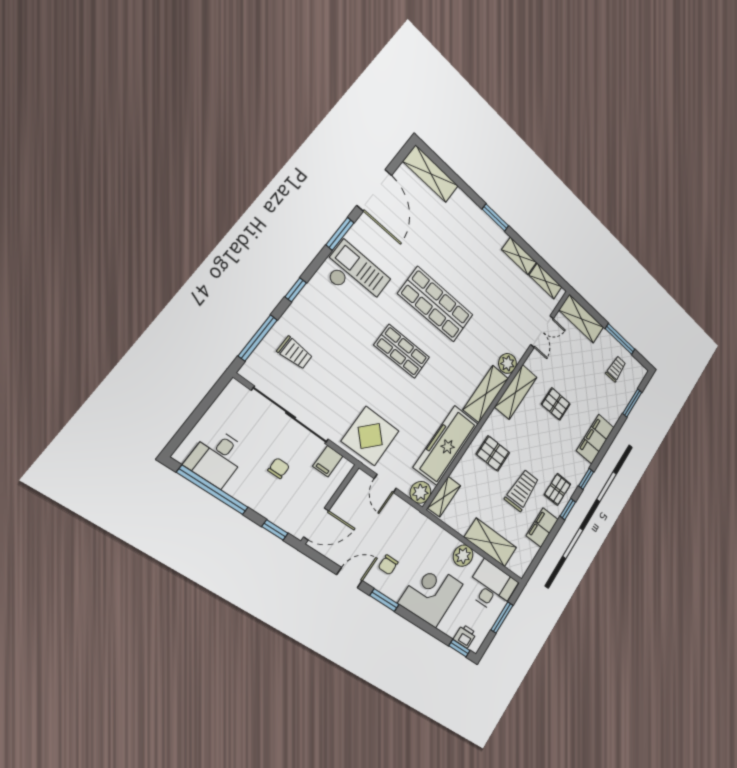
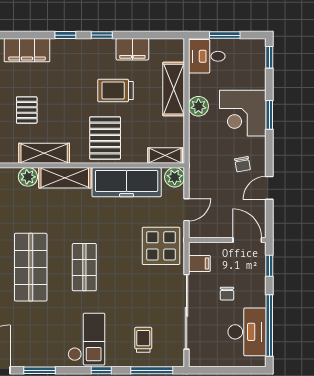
checkout: (355, 275) -> (86, 339), moved, turned 180
pallet: (493, 453) -> (105, 138), width x1.50, depth x1.42
desk: (217, 458) -> (247, 332), width x1.37
chair: (279, 468) -> (227, 294), turned -90
pallet: (557, 489) -> (93, 57), removed
chair: (388, 565) -> (243, 164), turned 80
door: (349, 578) -> (269, 188), hinge flipped
desk: (492, 587) -> (207, 56), width x0.73
window: (384, 600) -> (269, 115), moved
printer: (465, 636) -> (258, 59), removed

